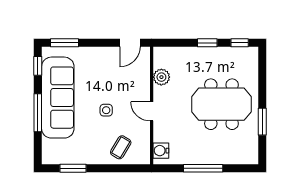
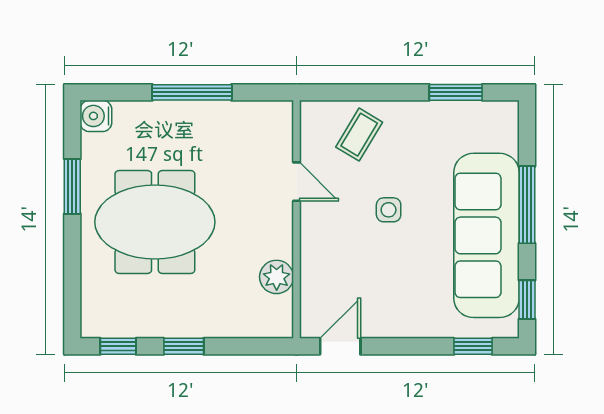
window: (64, 43) -> (473, 346), width x0.67
door: (152, 111) -> (297, 182), moved
water cooler: (161, 151) -> (96, 116), moved, turned 180

